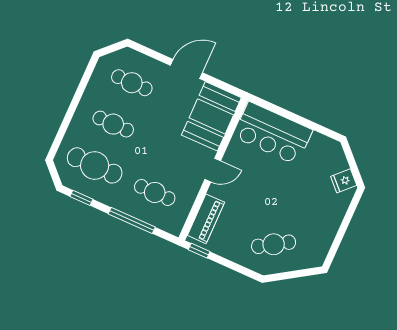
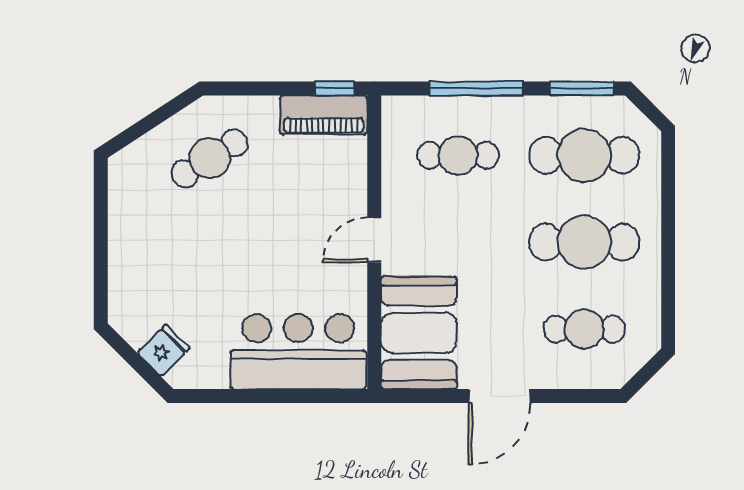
cafe table: (113, 124) -> (584, 242), width x1.37, depth x1.35
fridge: (344, 181) -> (163, 350), moved
window: (81, 198) -> (582, 88), width x1.50
piano: (206, 219) -> (324, 115), moved, turned -90

